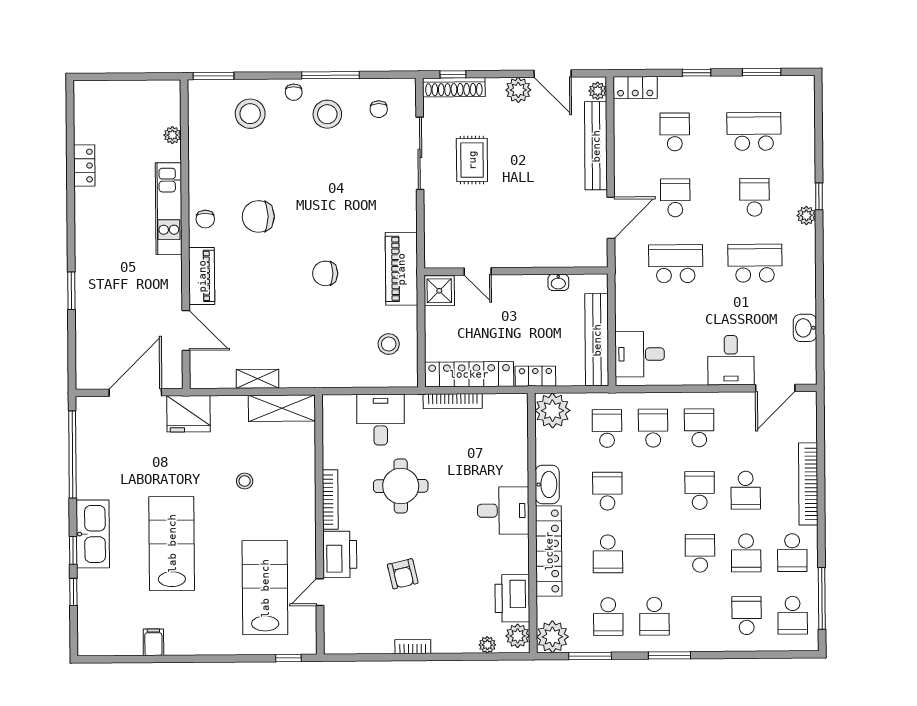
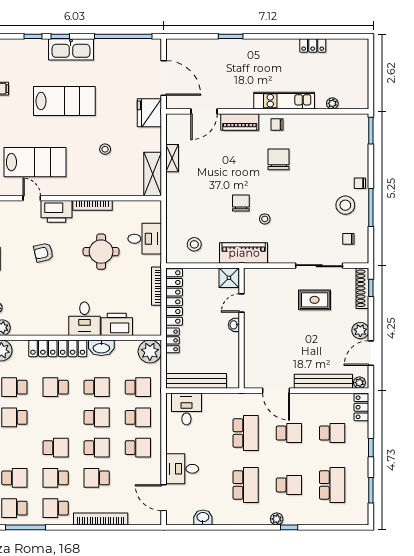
stool: (250, 114) -> (265, 219), moved, width x0.53, depth x0.53
washbasin: (558, 282) -> (234, 325), moved
school desk: (653, 491) -> (97, 417), added
printer: (512, 598) -> (117, 324), moved

